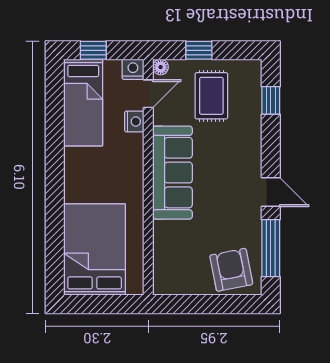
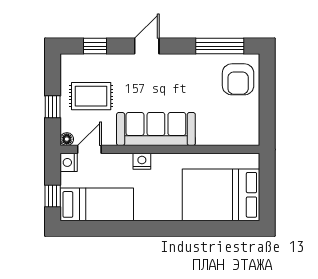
door: (148, 94) -> (89, 149), hinge flipped
nightstand: (134, 122) -> (142, 161), moved
door: (271, 192) -> (147, 46), moved
armchair: (231, 270) -> (238, 79), turned -79

